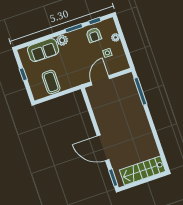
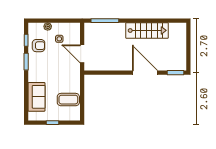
plant: (62, 40) -> (33, 76), removed
door: (103, 148) -> (145, 73), swing flipped
stairs: (142, 171) -> (147, 30), moved, turned -90

